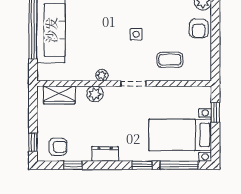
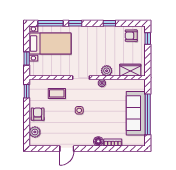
window: (215, 63) -> (27, 91), added
dresser: (105, 154) -> (100, 31), removed
window: (73, 165) -> (109, 23), moved

